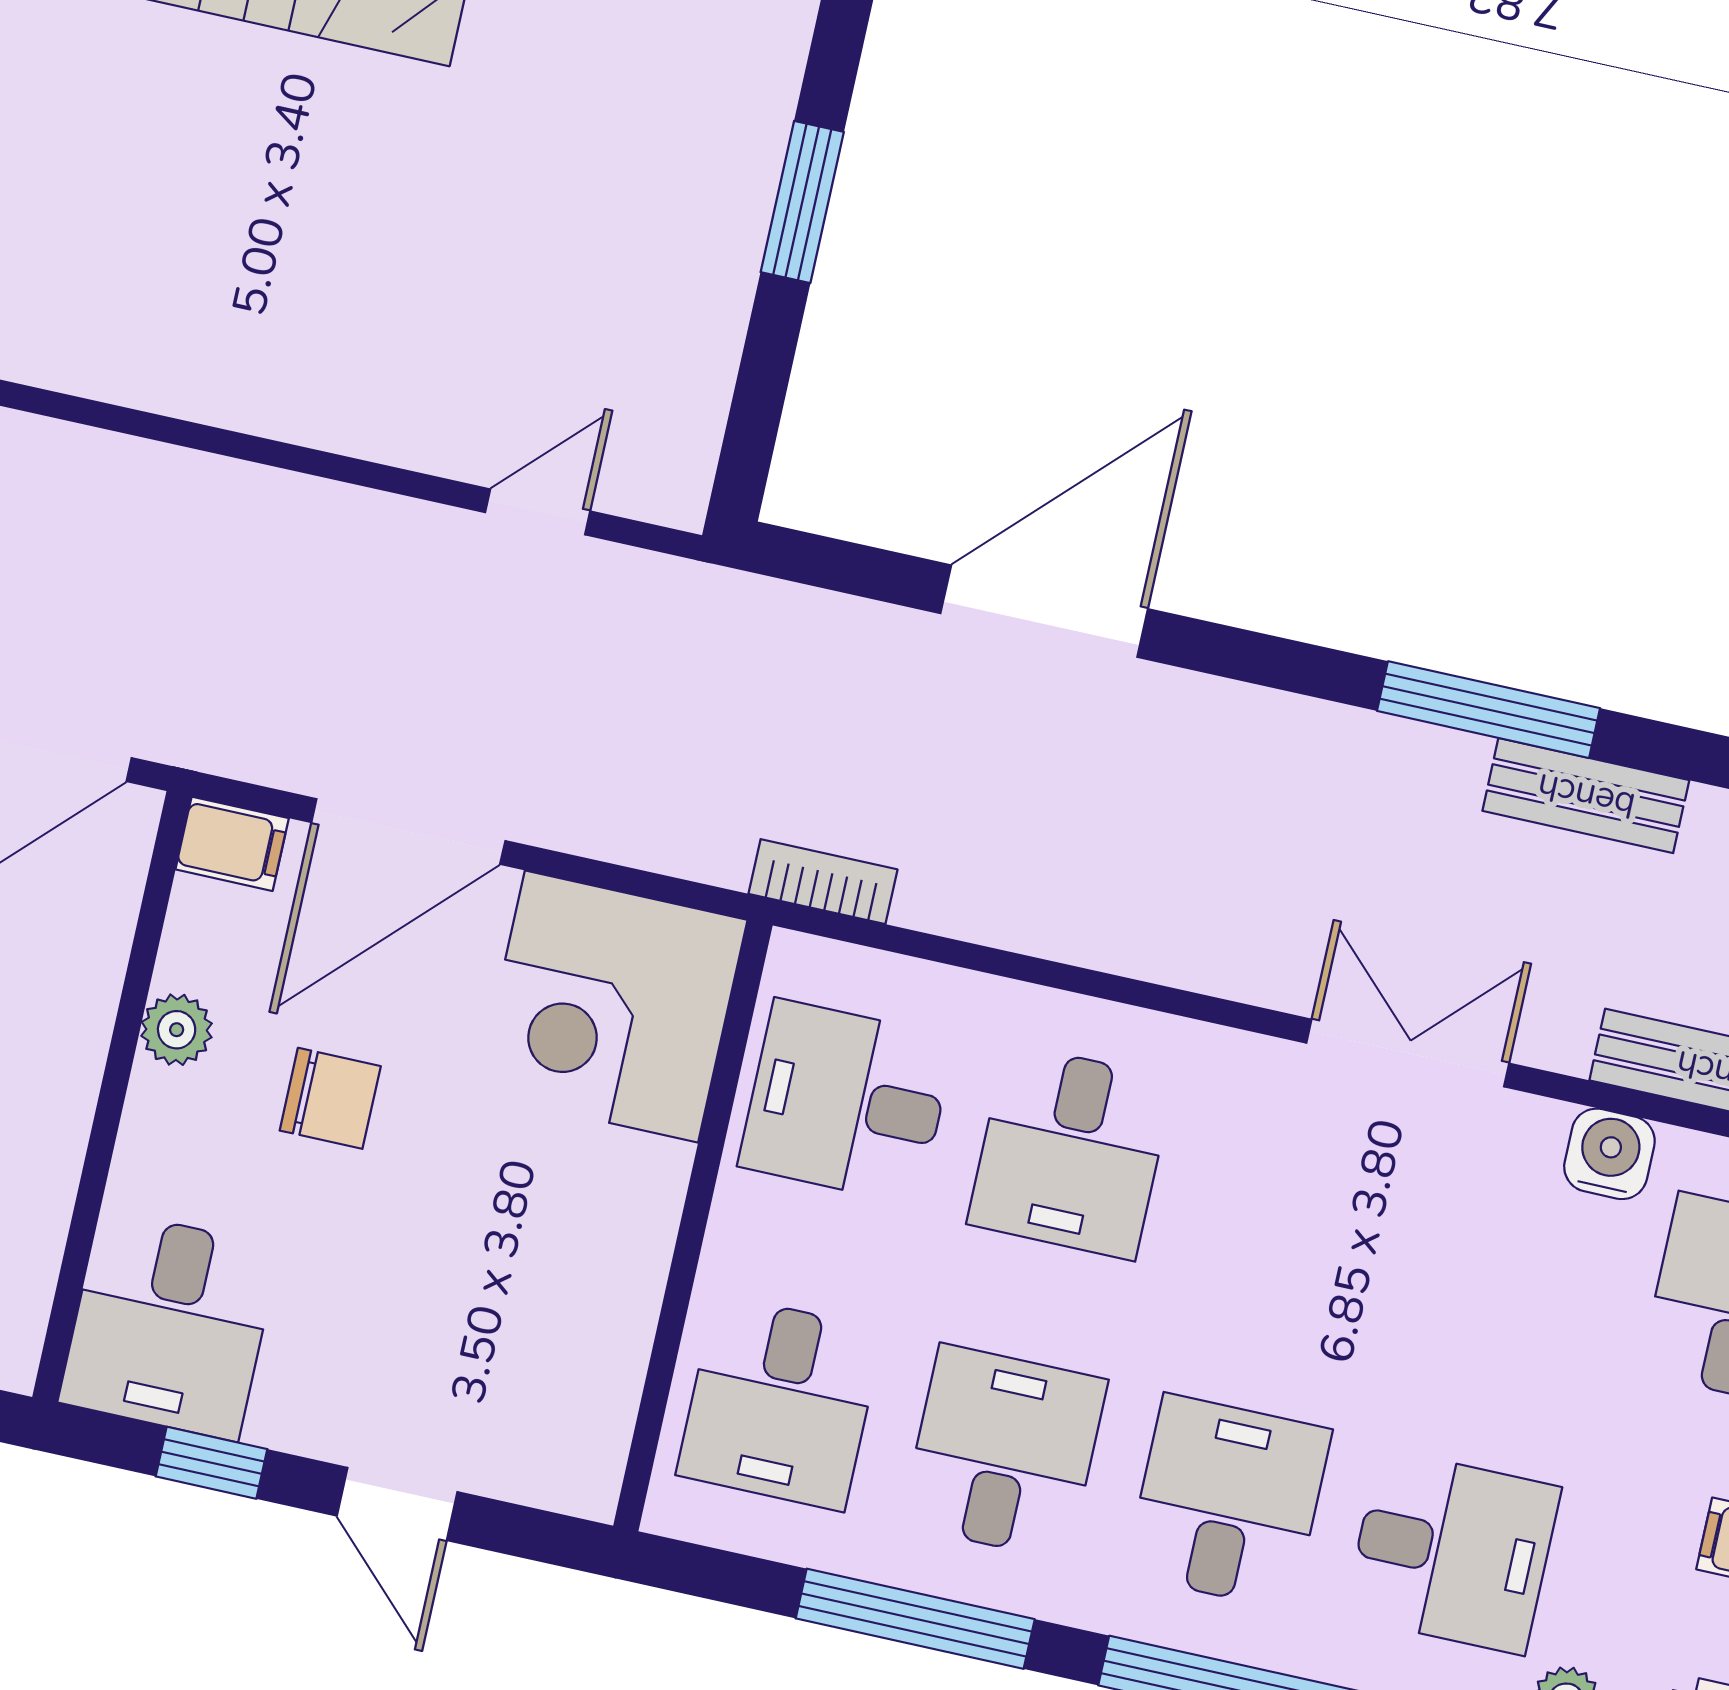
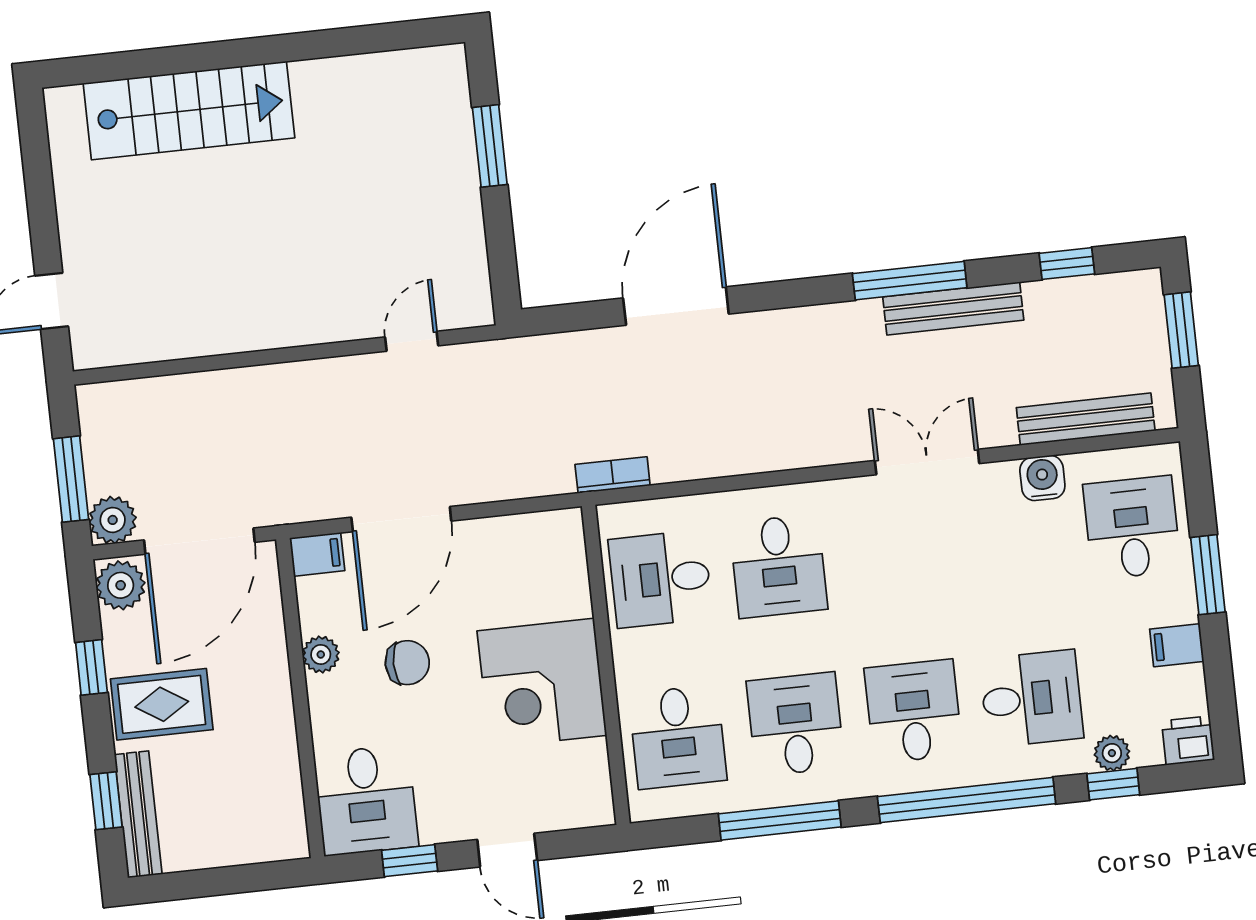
bench: (1586, 796) -> (953, 309), width x1.36
corner desk: (612, 1007) -> (542, 683), moved

